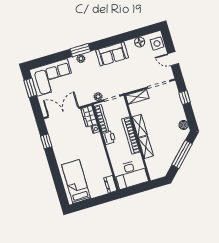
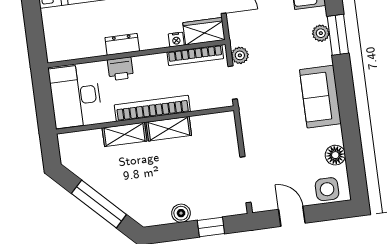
door: (173, 59) -> (292, 216), hinge flipped
shelving: (137, 97) -> (227, 133), removed
boiler: (184, 125) -> (181, 213), moved
printer: (109, 138) -> (120, 69), moved
dresser: (110, 184) -> (122, 44), moved

